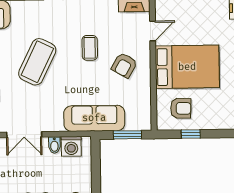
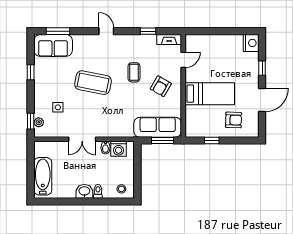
coffee table: (37, 62) -> (93, 83), turned 75
bed: (187, 67) -> (210, 94), width x0.67
armchair: (181, 108) -> (234, 120), moved
sofa: (94, 118) -> (158, 127), moved

